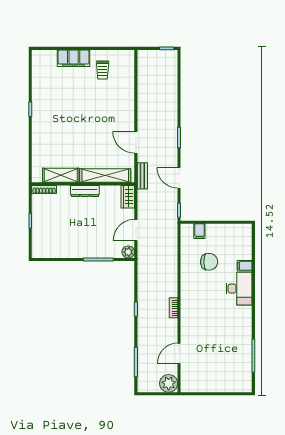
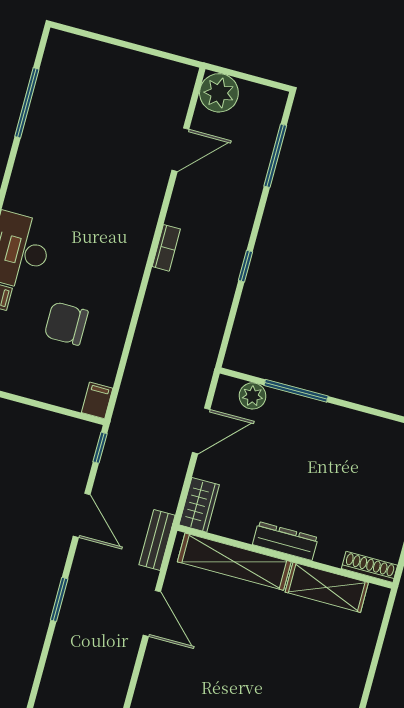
filing cabinet: (199, 231) -> (97, 400), moved
plant: (128, 252) -> (253, 396), moved

